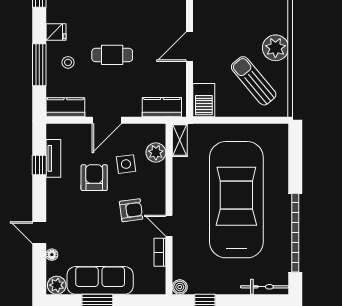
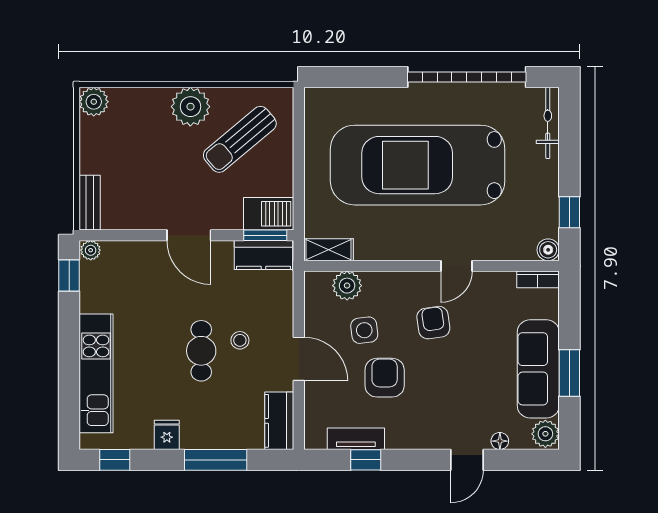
stool: (68, 62) -> (240, 340), moved
window: (189, 98) -> (265, 235), added
kitchen counter: (162, 107) -> (263, 255), moved, turned -90
armchair: (94, 178) -> (385, 378), turned 90
bookcase: (160, 252) -> (538, 279), moved

